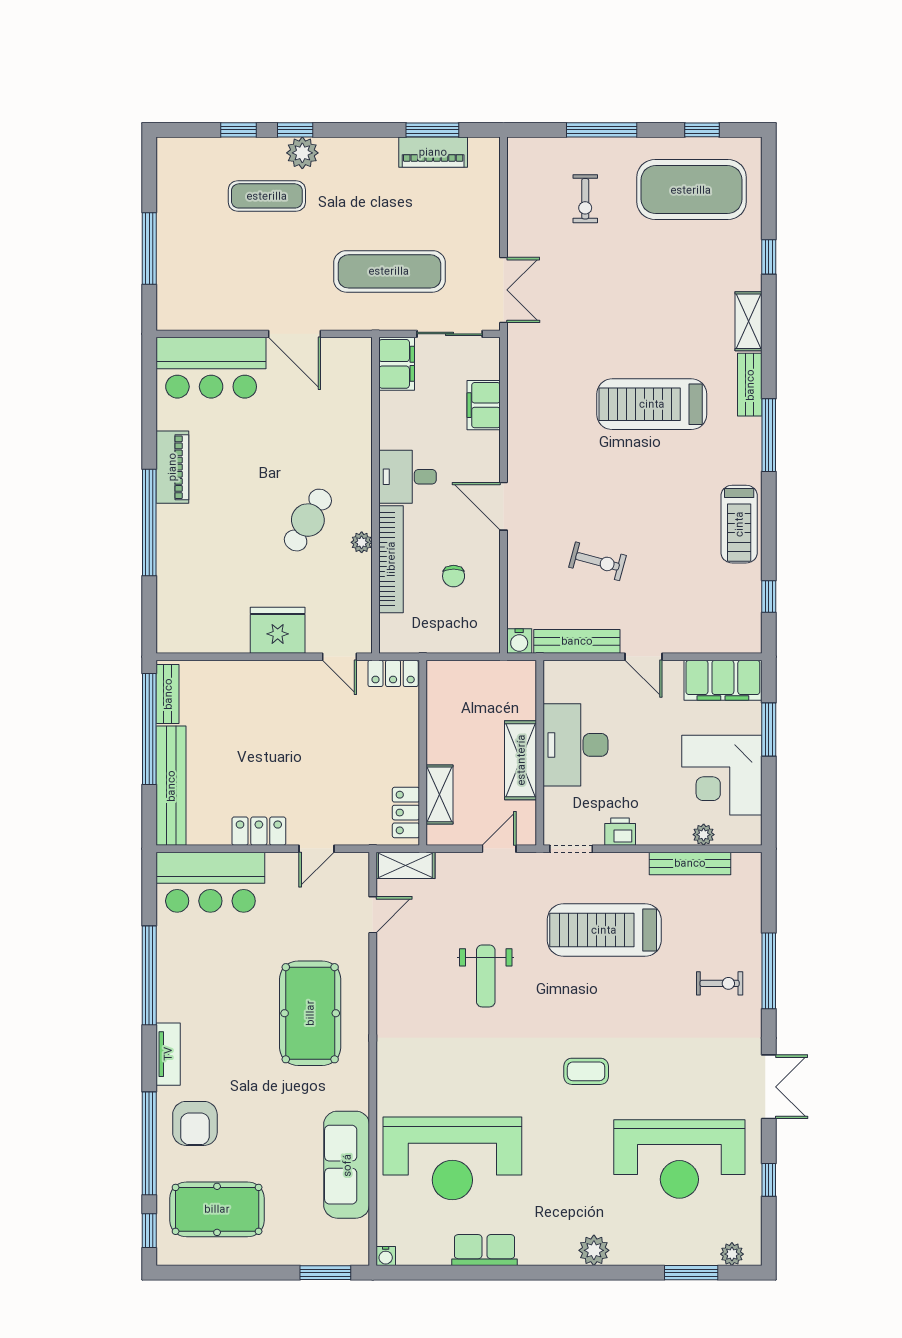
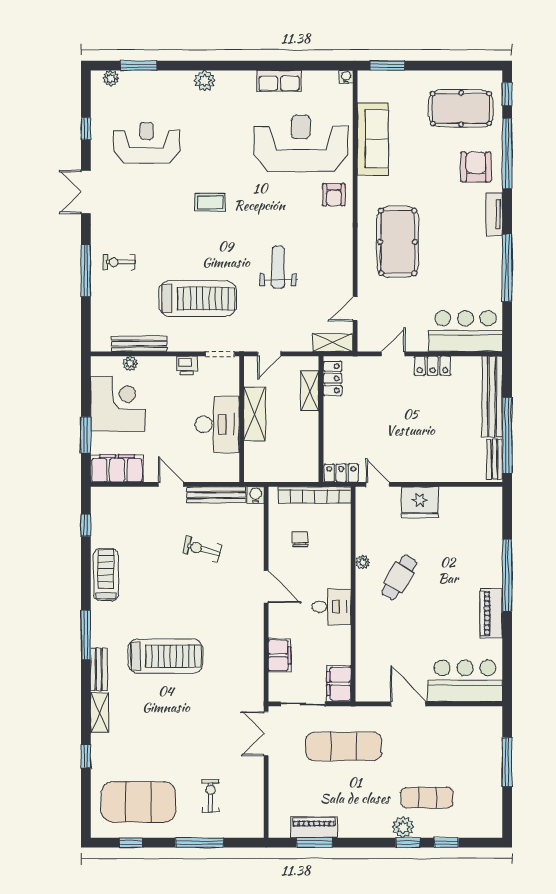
bookcase: (391, 559) -> (314, 495), moved, turned -90
armchair: (404, 1083) -> (334, 195), added
reception desk: (679, 1159) -> (147, 143), width x0.74, depth x0.77

